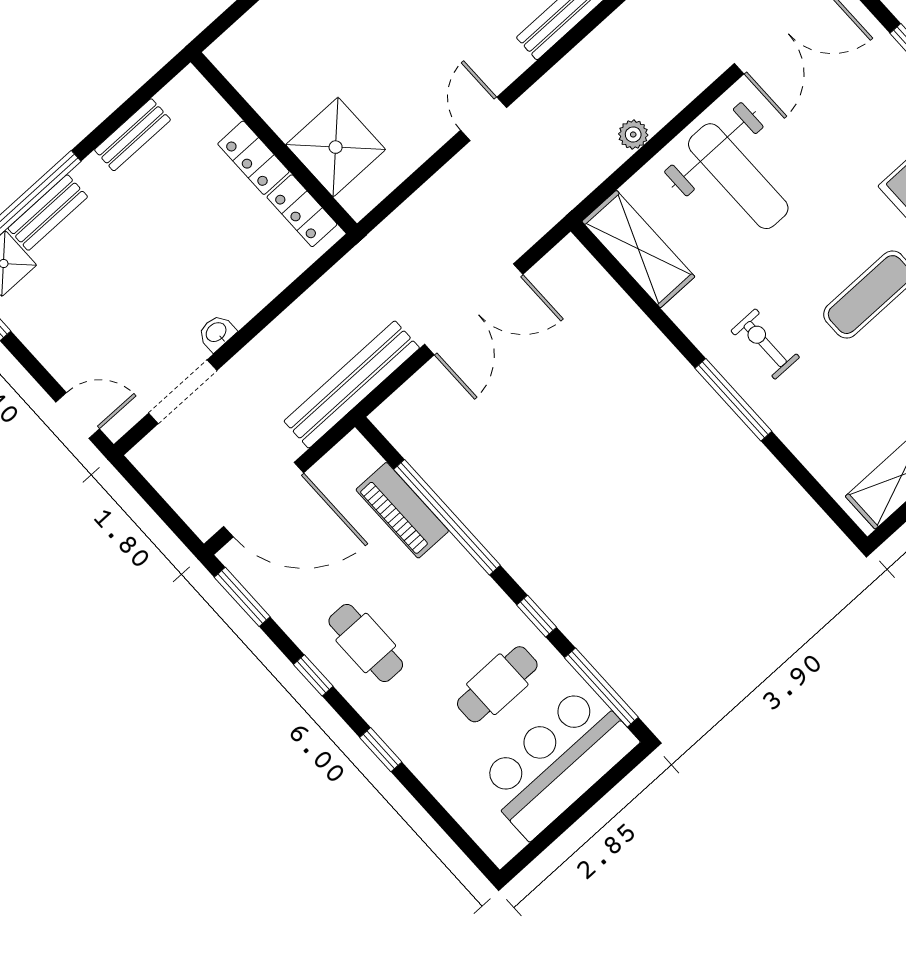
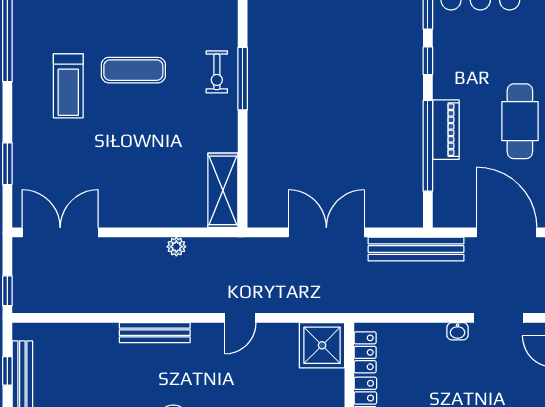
shower: (336, 147) -> (322, 345), moved
weight bench: (738, 176) -> (145, 182), removed
exercise bike: (765, 344) -> (217, 72), moved
piano: (402, 510) -> (446, 130), moved
cafe table: (366, 643) -> (520, 121), width x1.37, depth x1.35
cafe table: (497, 684) -> (476, 45), removed

